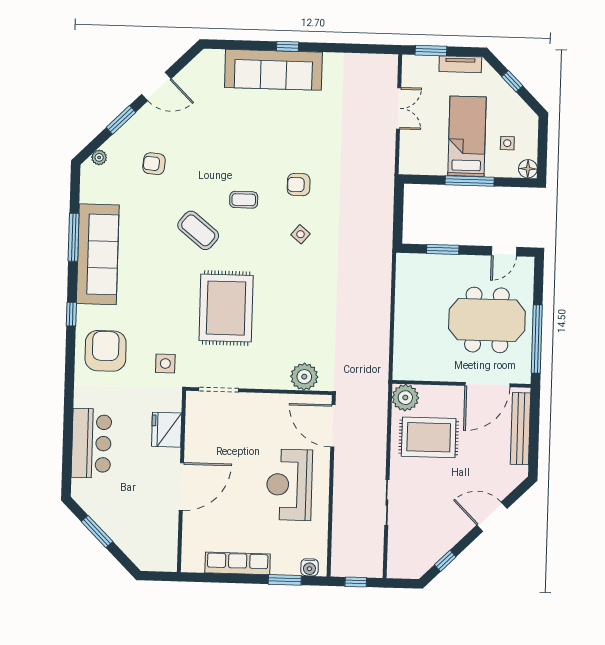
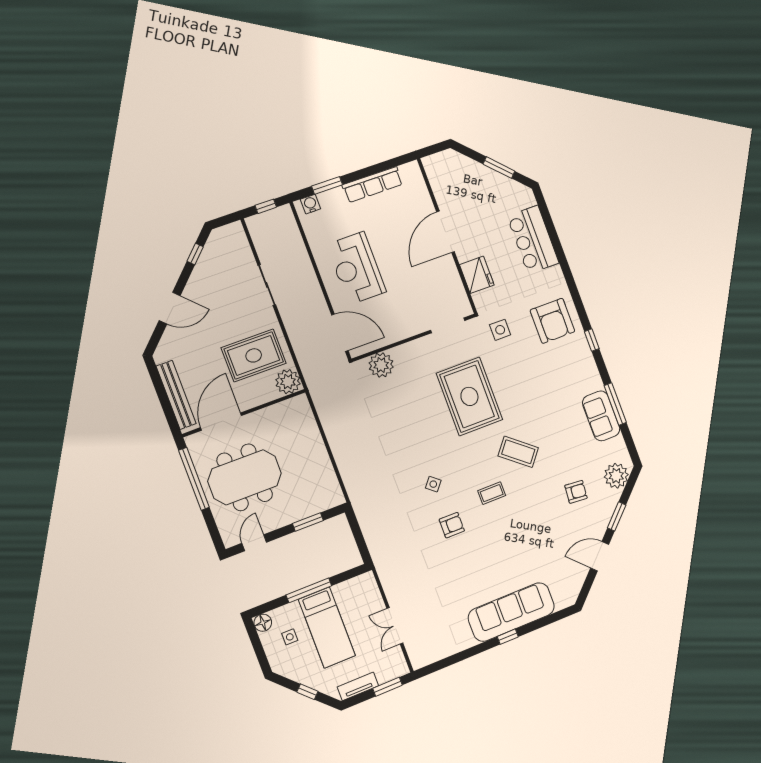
plant: (99, 157) -> (616, 476), width x1.87, depth x1.87
sofa: (98, 254) -> (601, 416), width x0.54, depth x0.79
reception desk: (289, 485) -> (356, 268), turned 180

